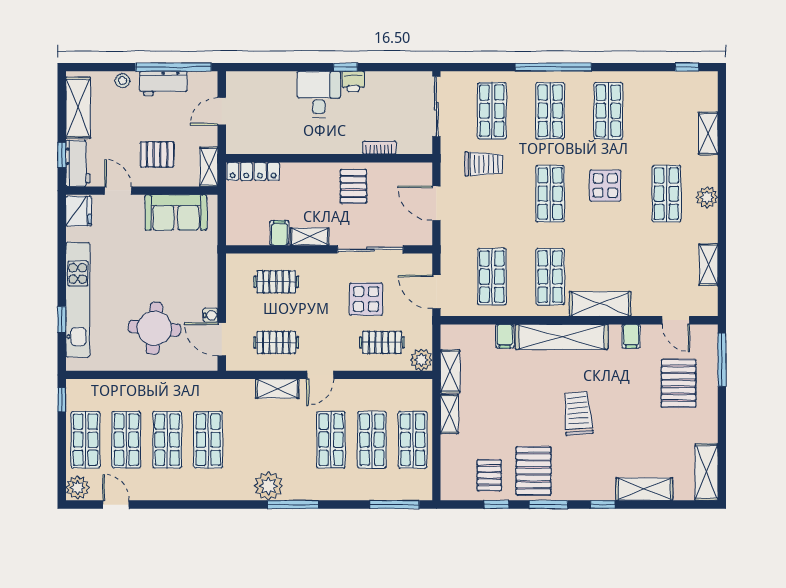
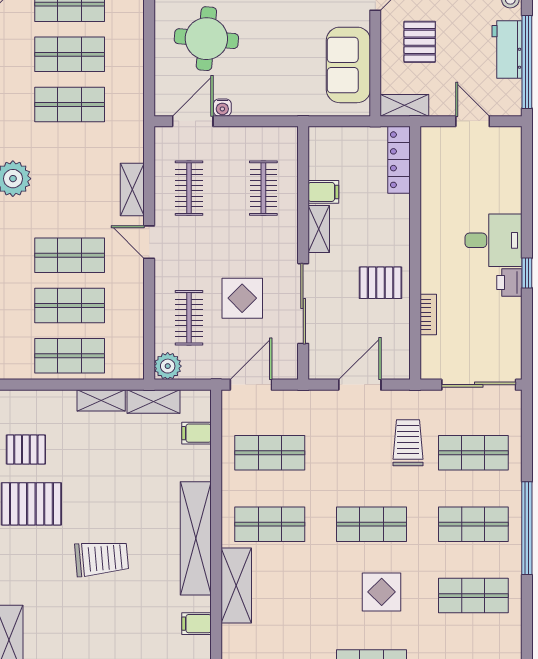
trolley: (484, 164) -> (408, 443), turned 180
filing cabinet: (505, 336) -> (197, 433), moved

